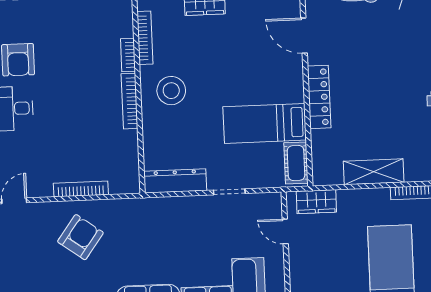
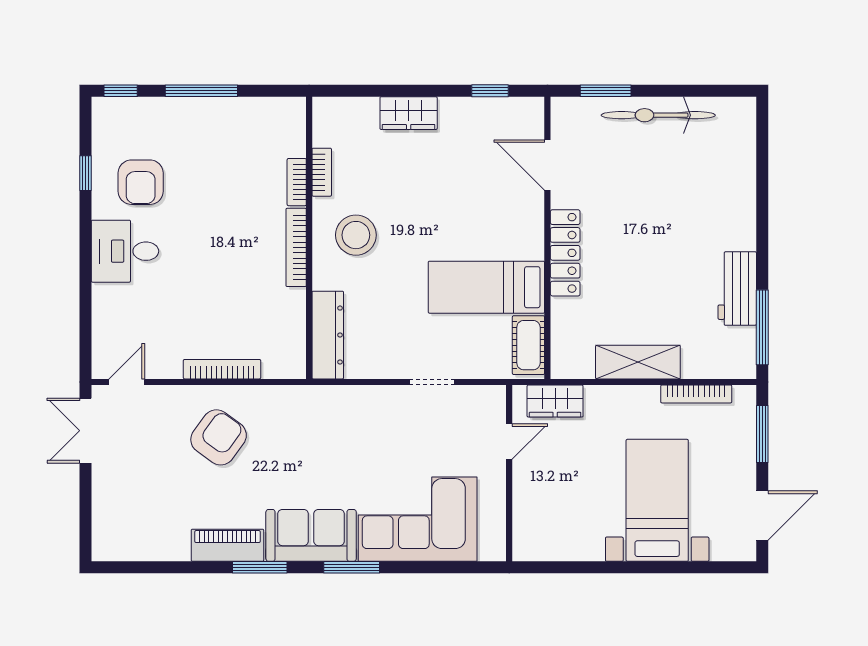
bookcase: (145, 38) -> (322, 172), width x0.64
dresser: (175, 181) -> (328, 335), moved, turned 90
door: (285, 231) -> (509, 441), swing flipped

